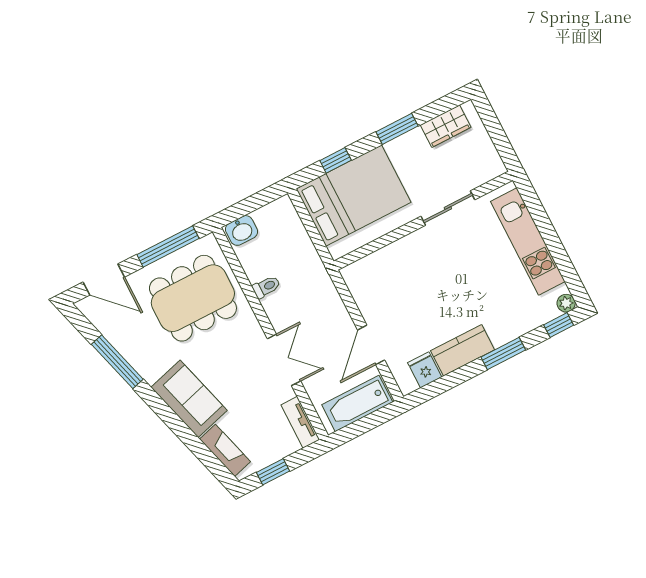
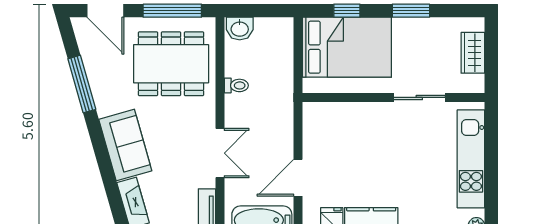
wardrobe: (446, 126) -> (473, 53), moved, turned 90

